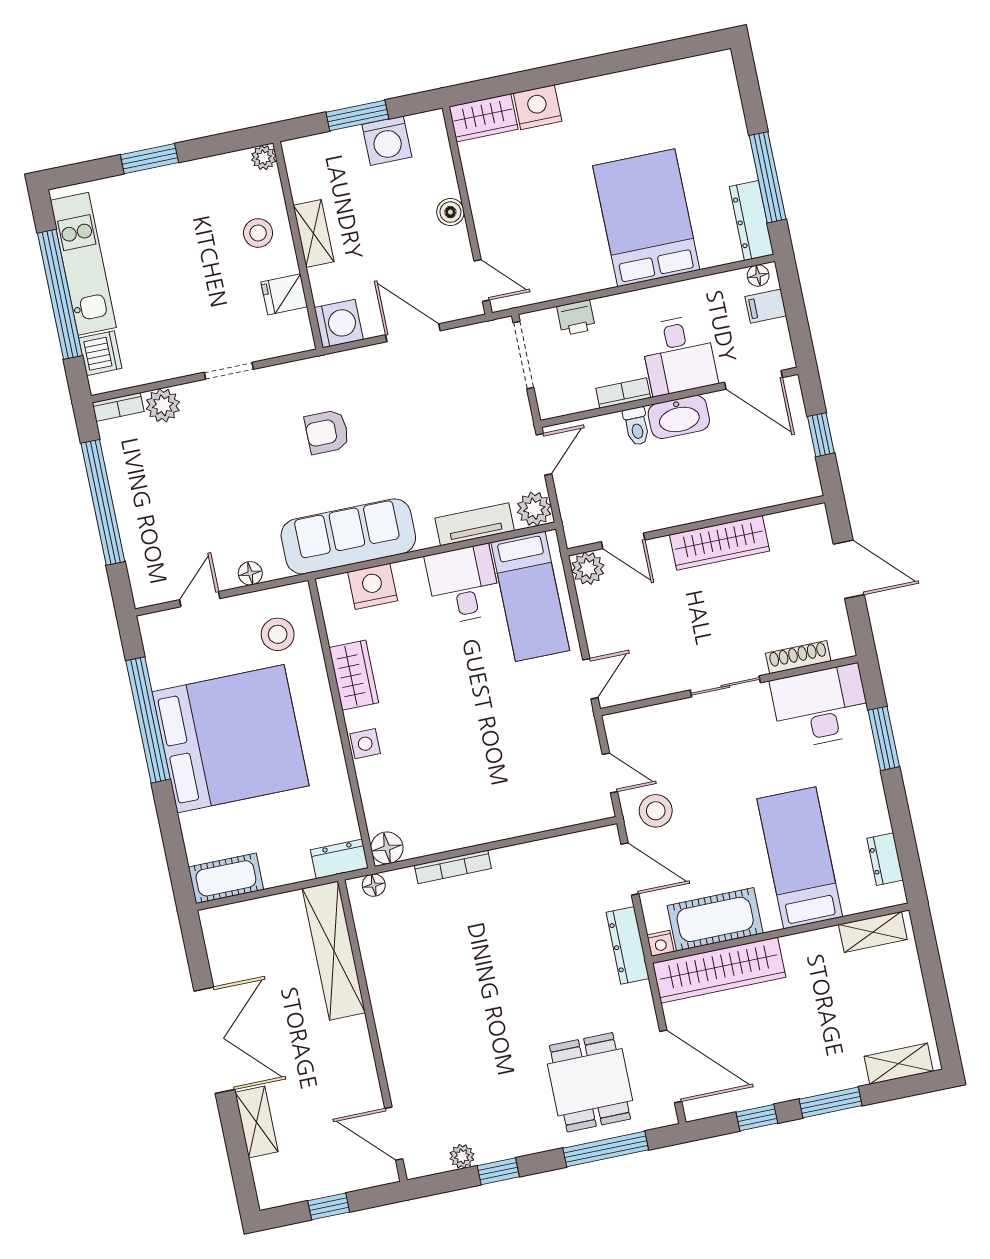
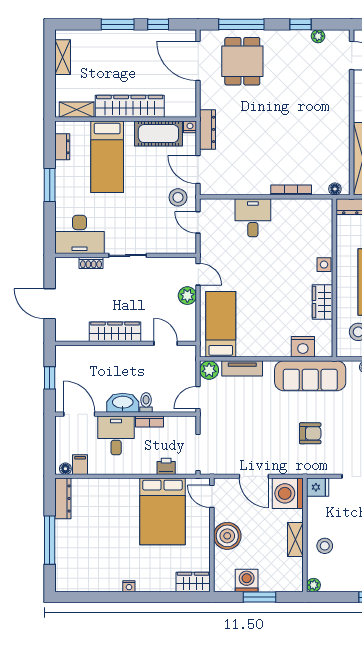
nightstand: (538, 107) -> (129, 586), moved, width x0.53, depth x0.56
window: (768, 177) -> (50, 540), moved
boiler: (450, 212) -> (227, 536), width x1.86, depth x1.86
bed: (646, 218) -> (162, 511), moved
fridge: (284, 294) -> (318, 487), moved
filing cabinet: (766, 306) -> (80, 465), moved, turned -90
washing machine: (339, 324) -> (288, 493), width x1.37, depth x1.37
plant: (588, 568) -> (187, 296), moved
desk: (463, 584) -> (253, 218), moved, turned 180
shoe rack: (798, 657) -> (91, 263), width x0.70
door: (590, 679) -> (198, 274), swing flipped
window: (884, 738) -> (50, 185), moved
floor lamp: (387, 848) -> (324, 207), removed
wardrobe: (719, 970) -> (130, 106), moved
shelving: (899, 1064) -> (63, 57), moved, turned 90

